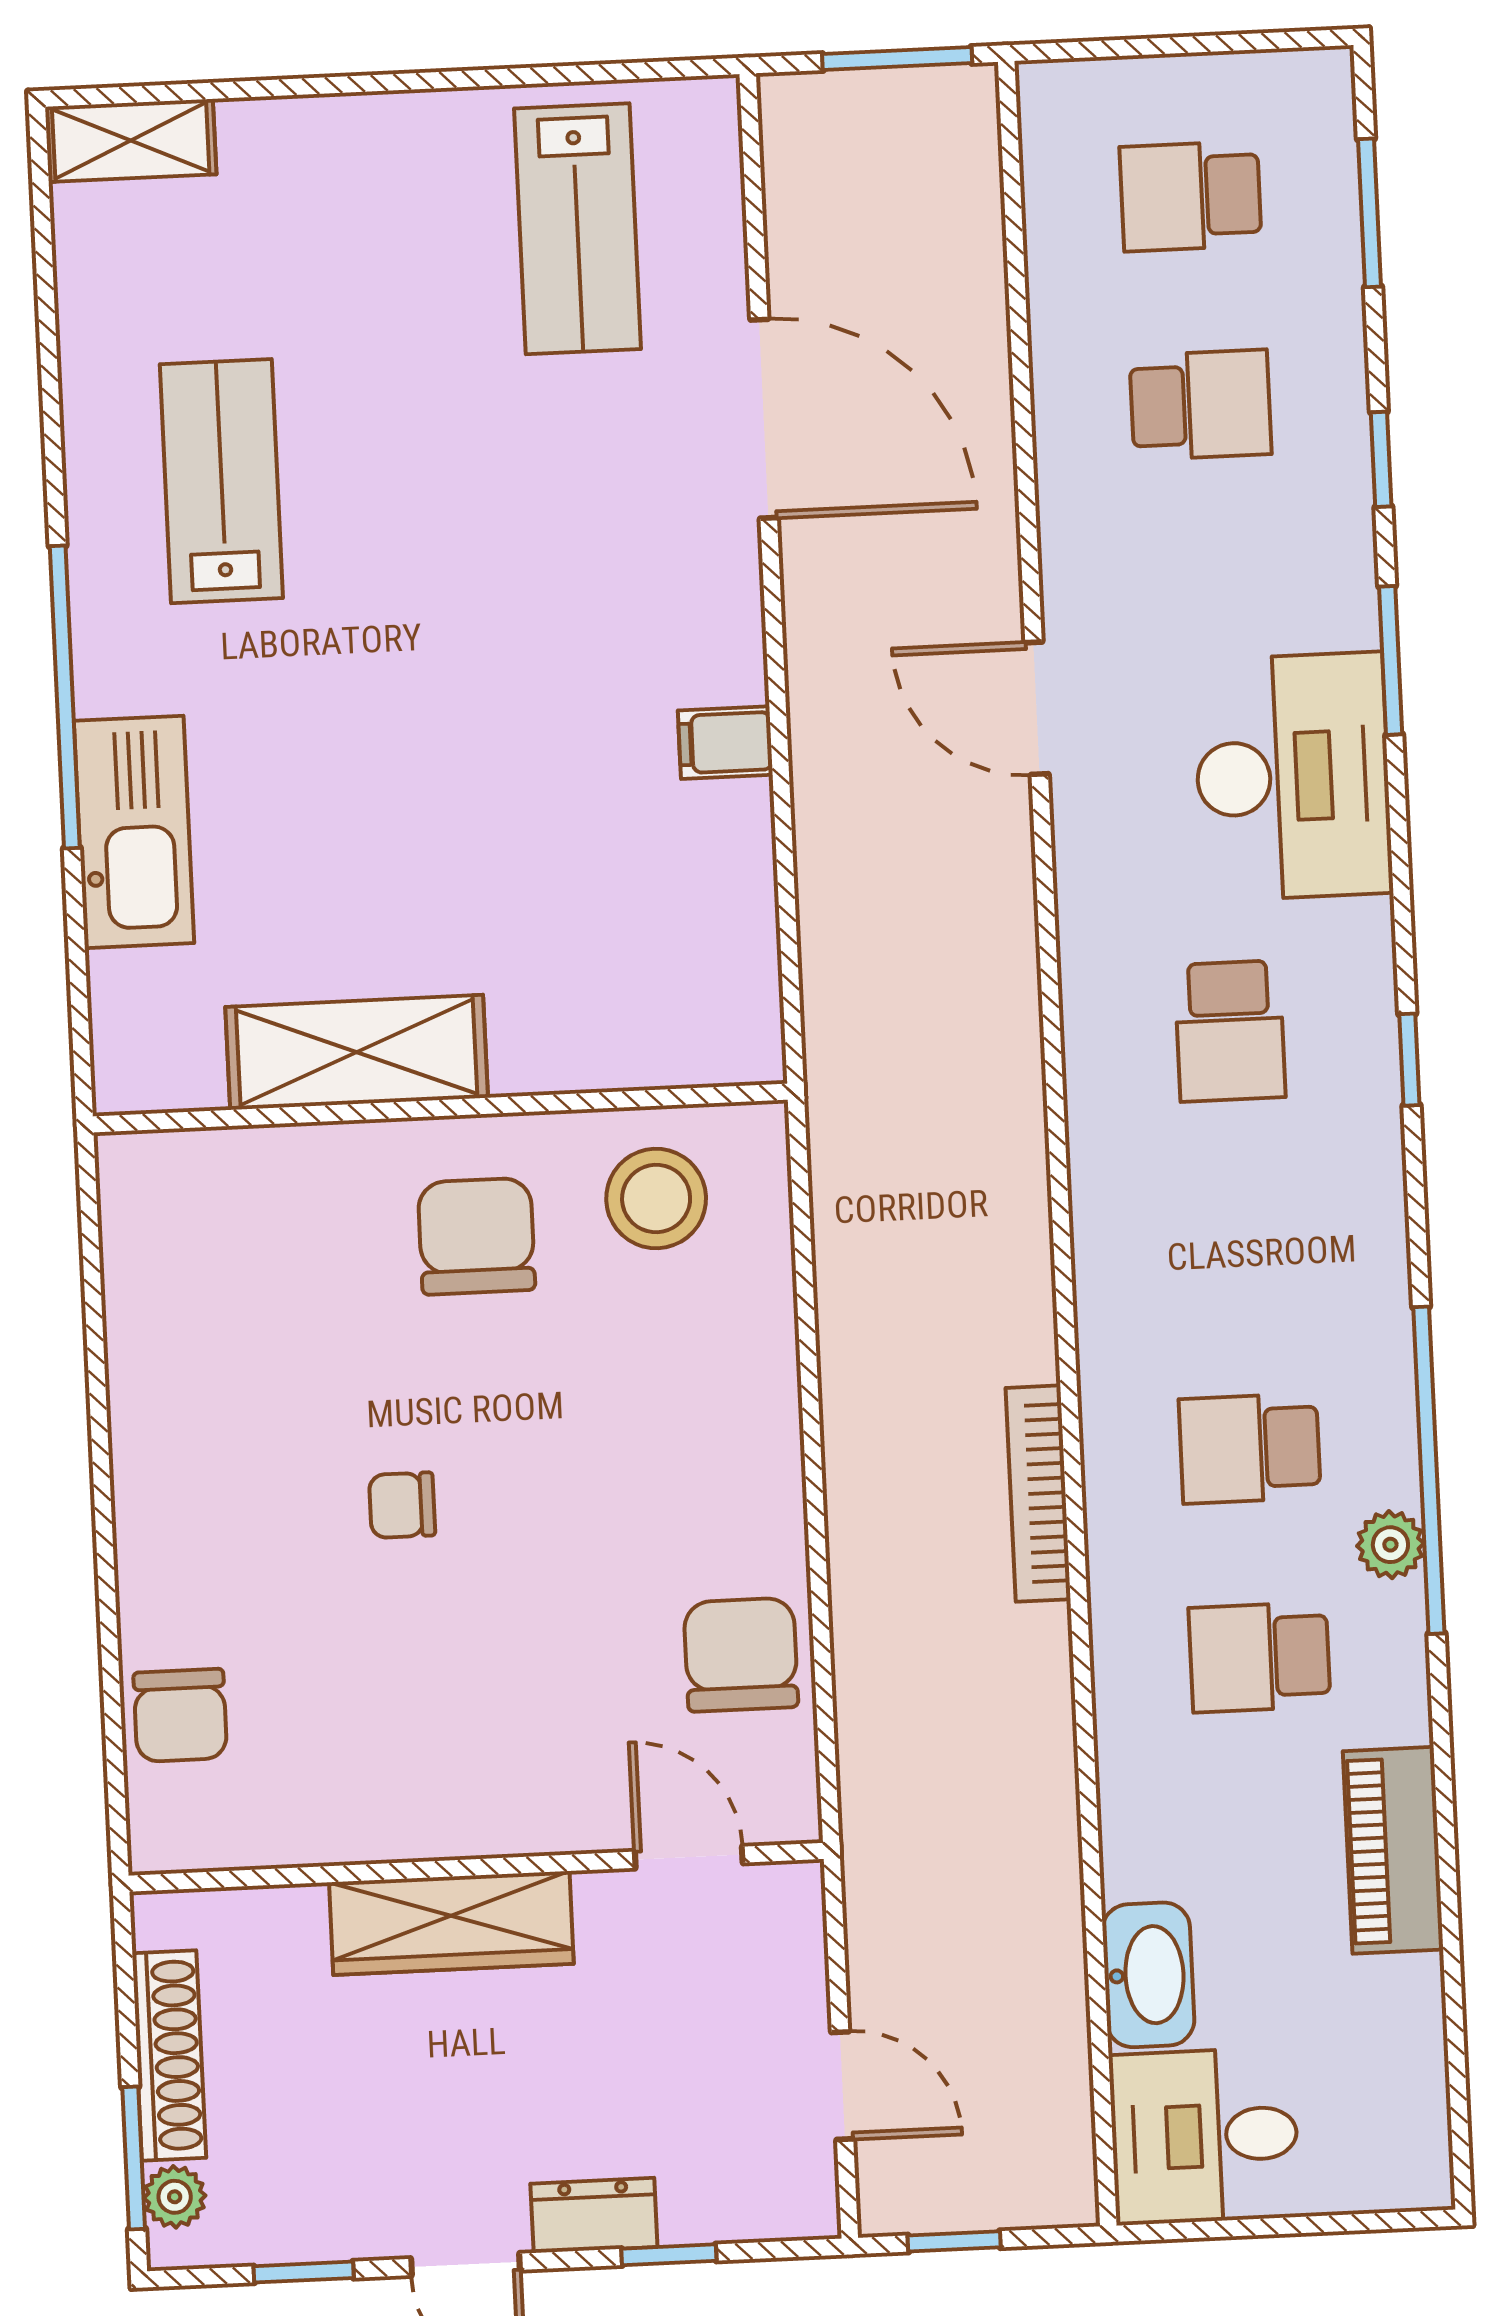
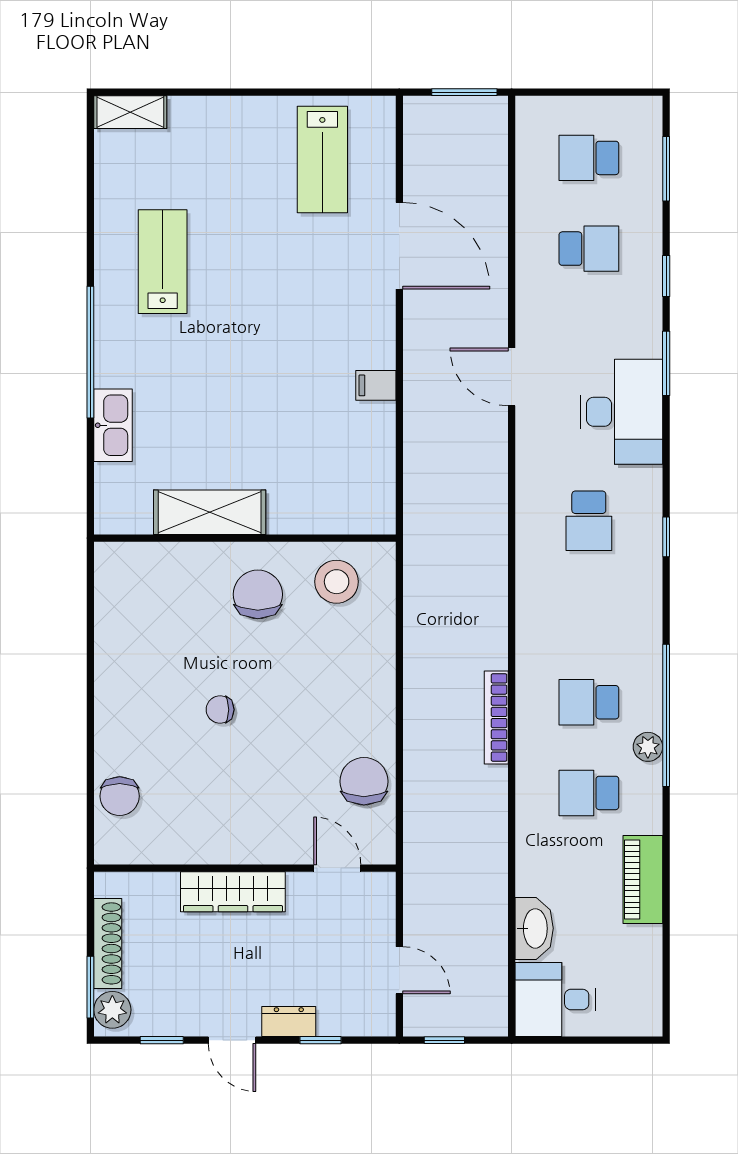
kitchen sink: (134, 832) -> (113, 425), width x0.73, depth x0.81
plant: (175, 2197) -> (112, 1010), width x1.38, depth x1.38

